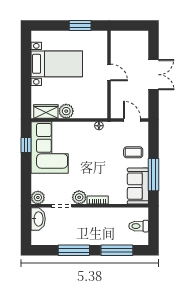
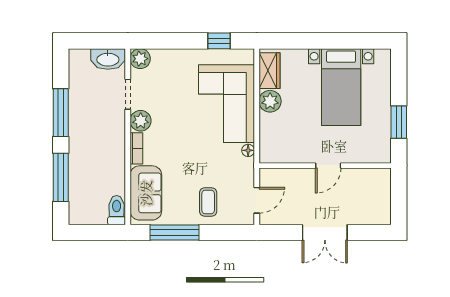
corner sofa: (50, 147) -> (227, 104), moved, turned 90
sofa: (138, 186) -> (146, 193), moved, turned 90
toilet: (139, 226) -> (117, 210), moved

